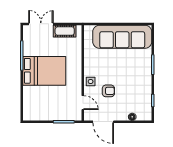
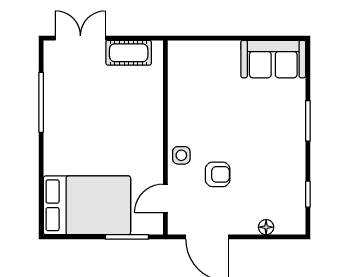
sofa: (122, 37) -> (273, 59), width x0.54, depth x0.79
bed: (44, 71) -> (87, 205), moved
door: (83, 103) -> (165, 198), swing flipped

